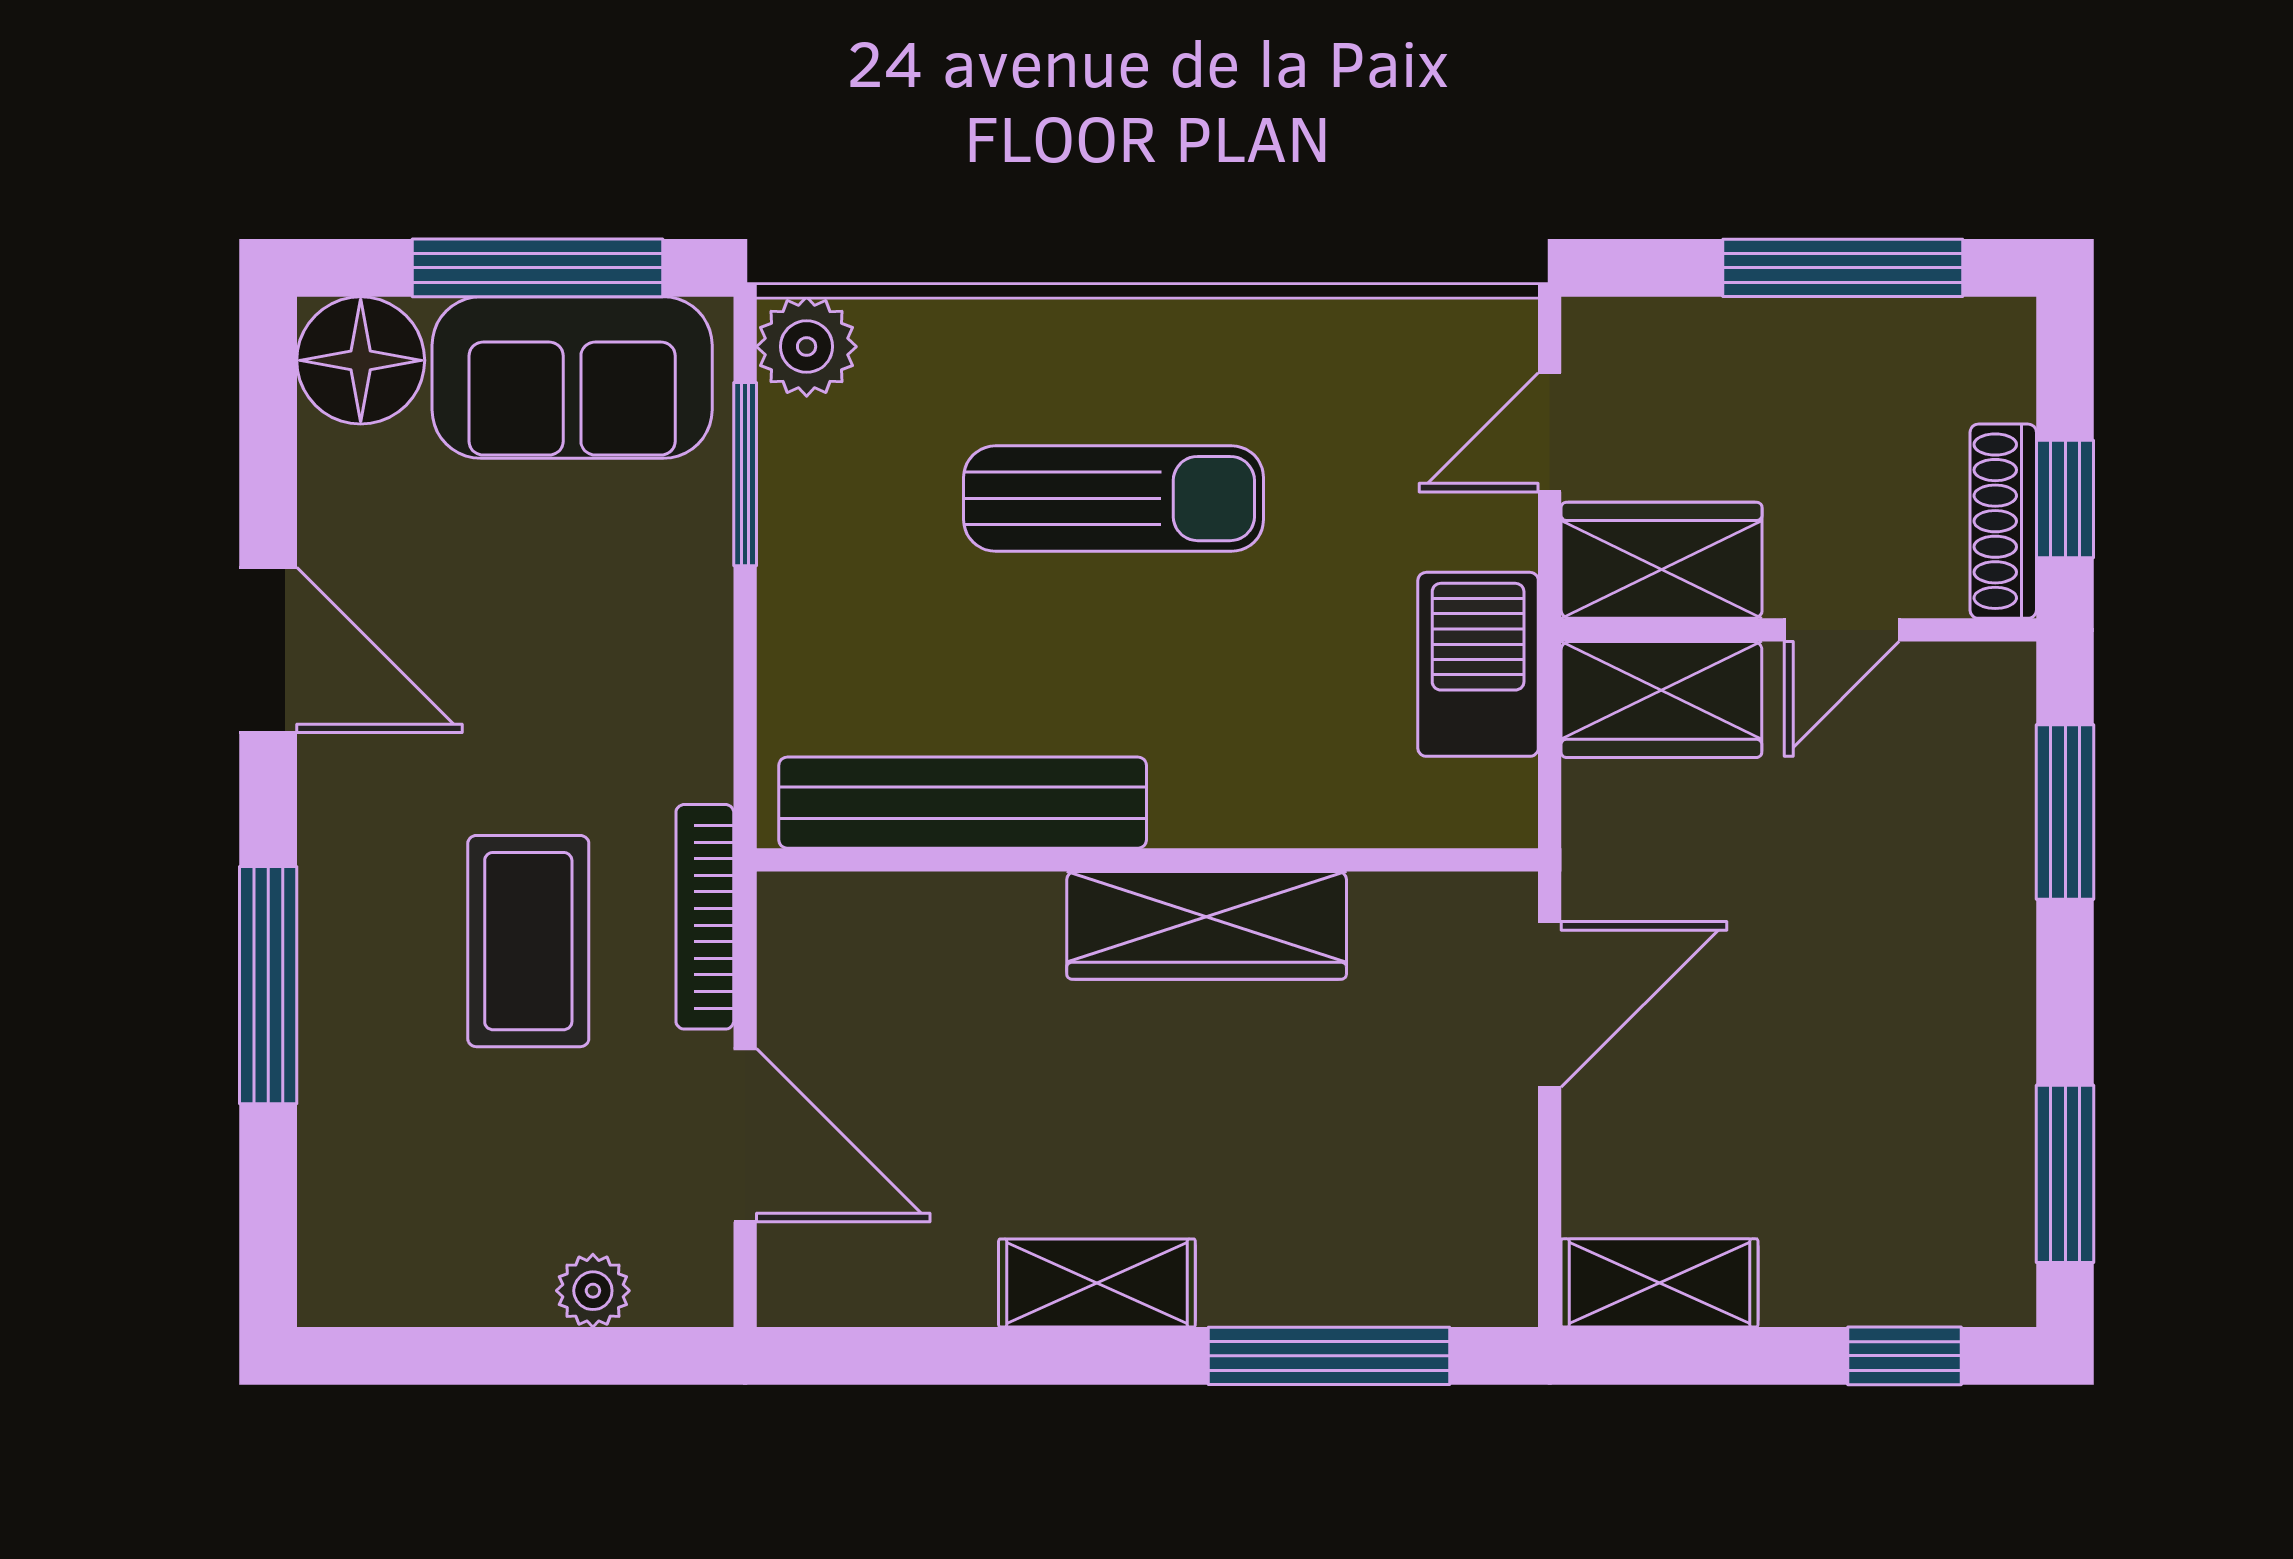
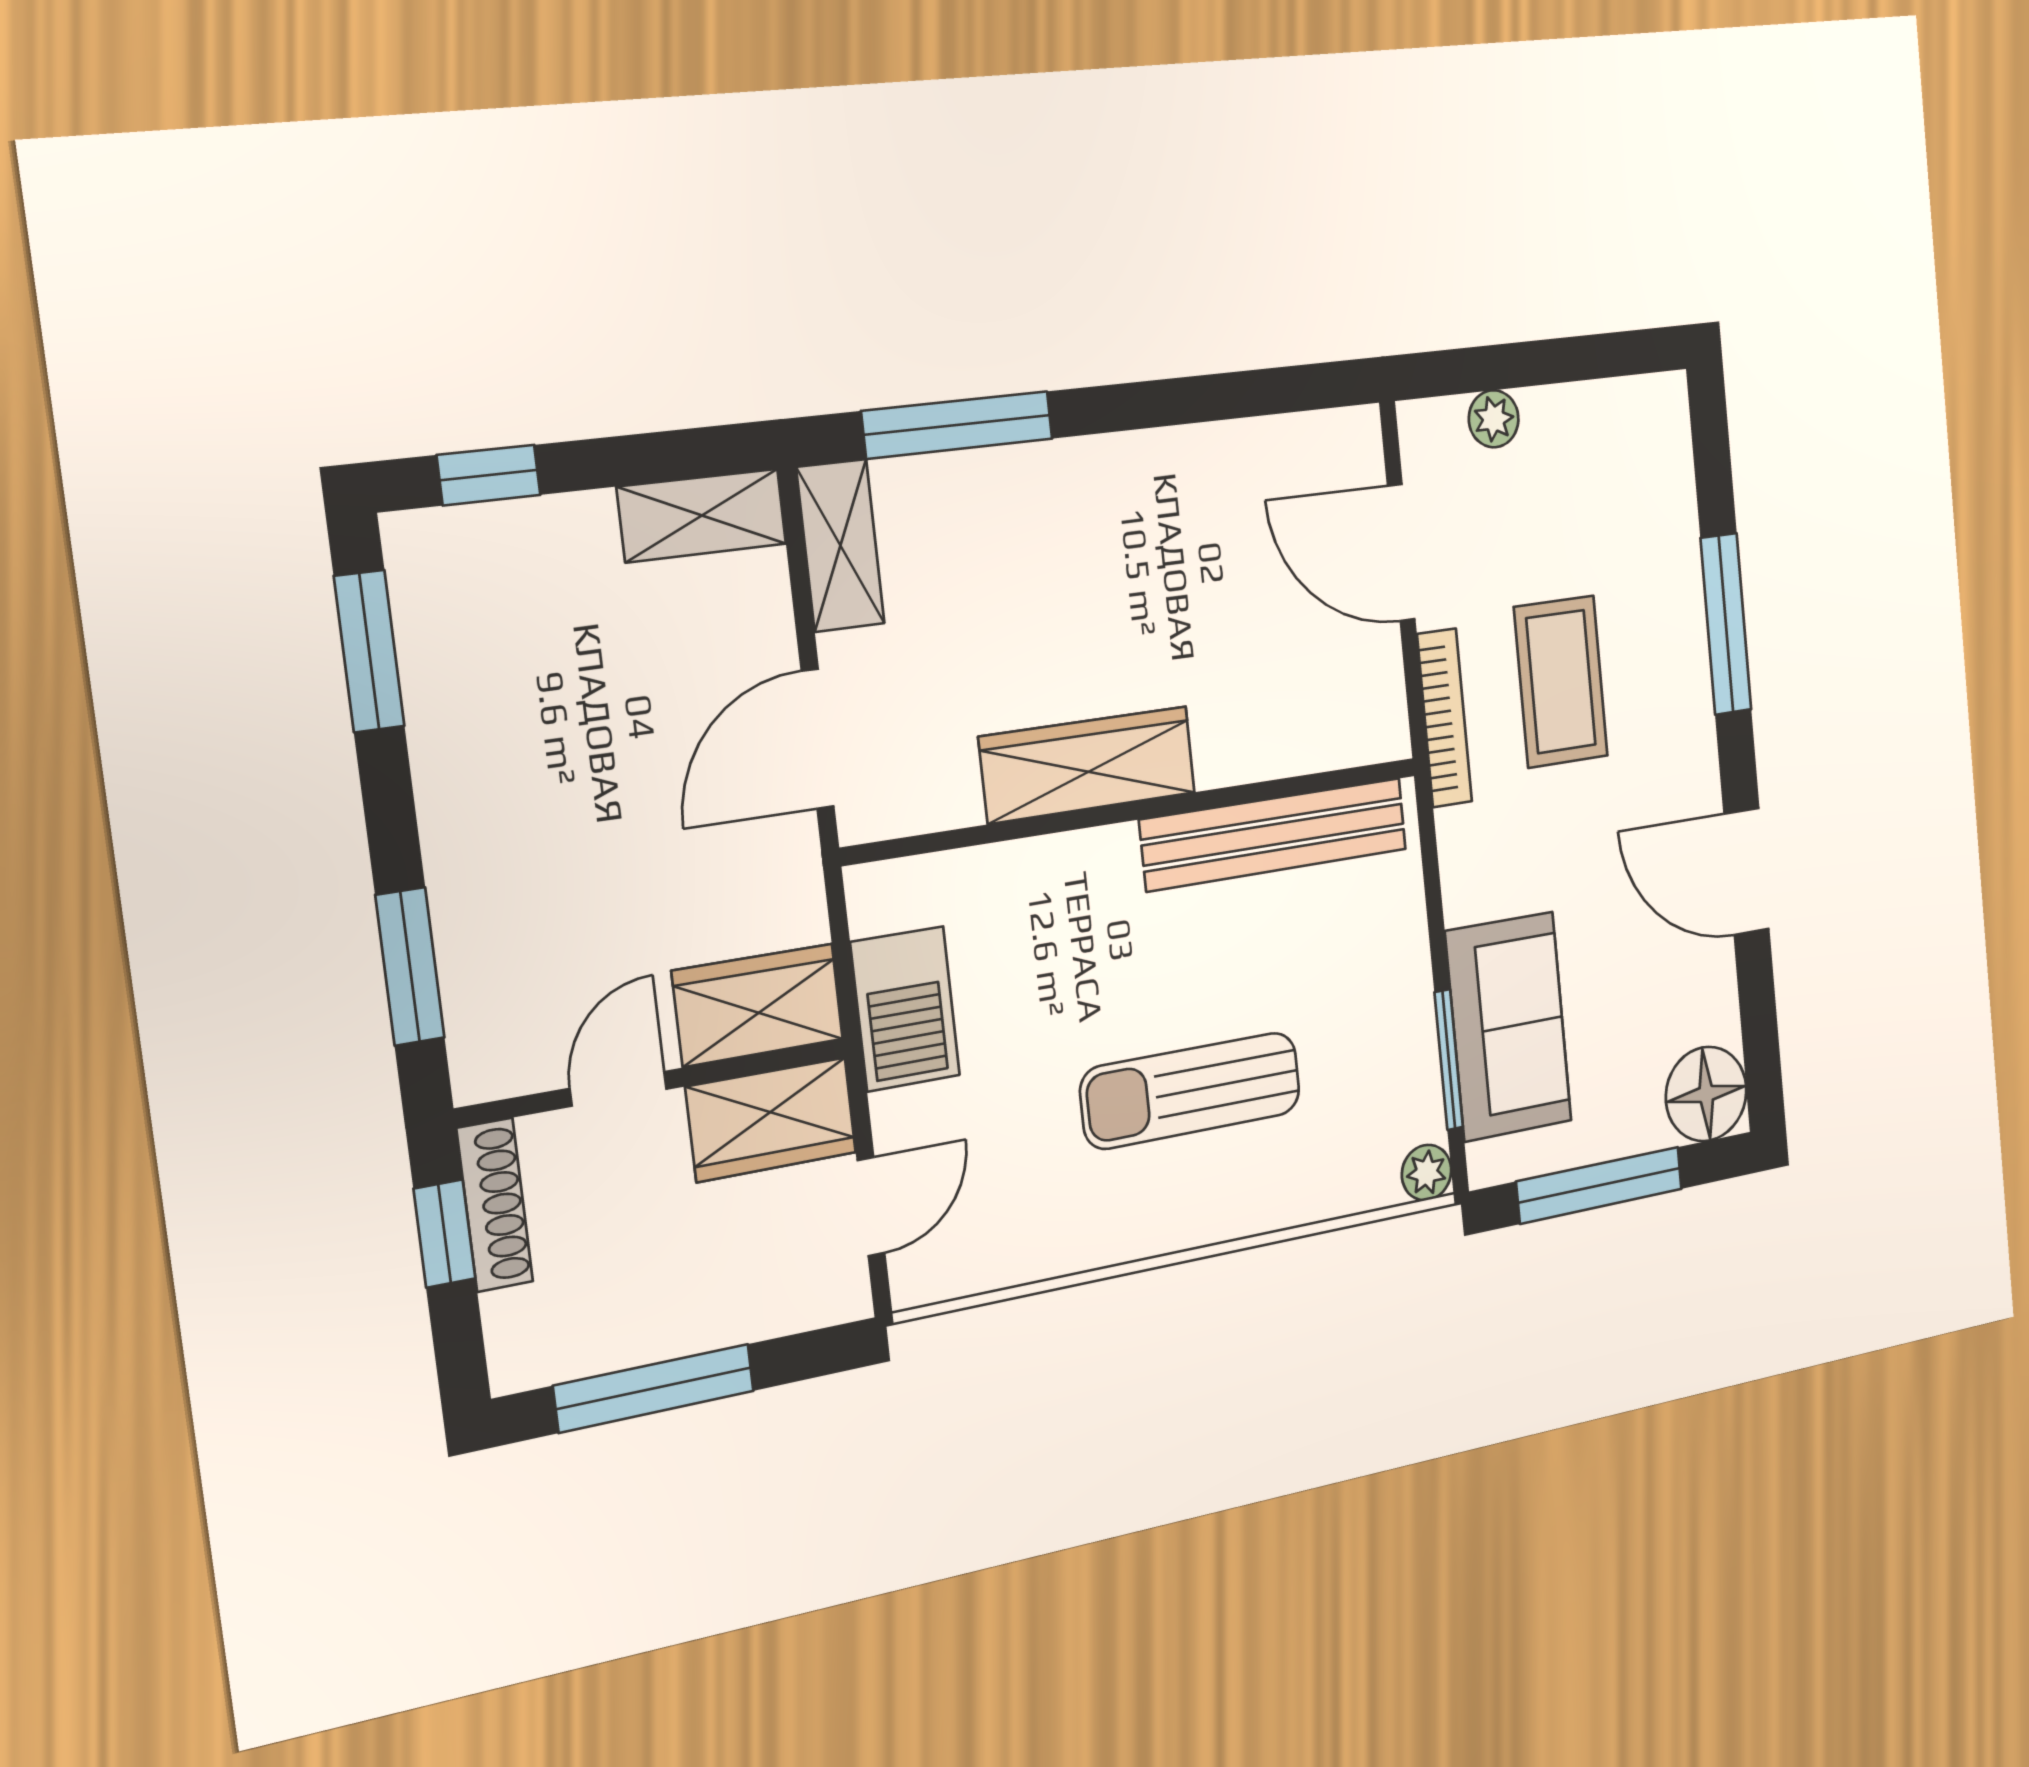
plant: (807, 347) -> (1427, 1173), width x0.73, depth x0.73
sofa: (572, 378) -> (1508, 1027), moved, turned 90
shelving: (1097, 1283) -> (840, 546), moved, turned 90

